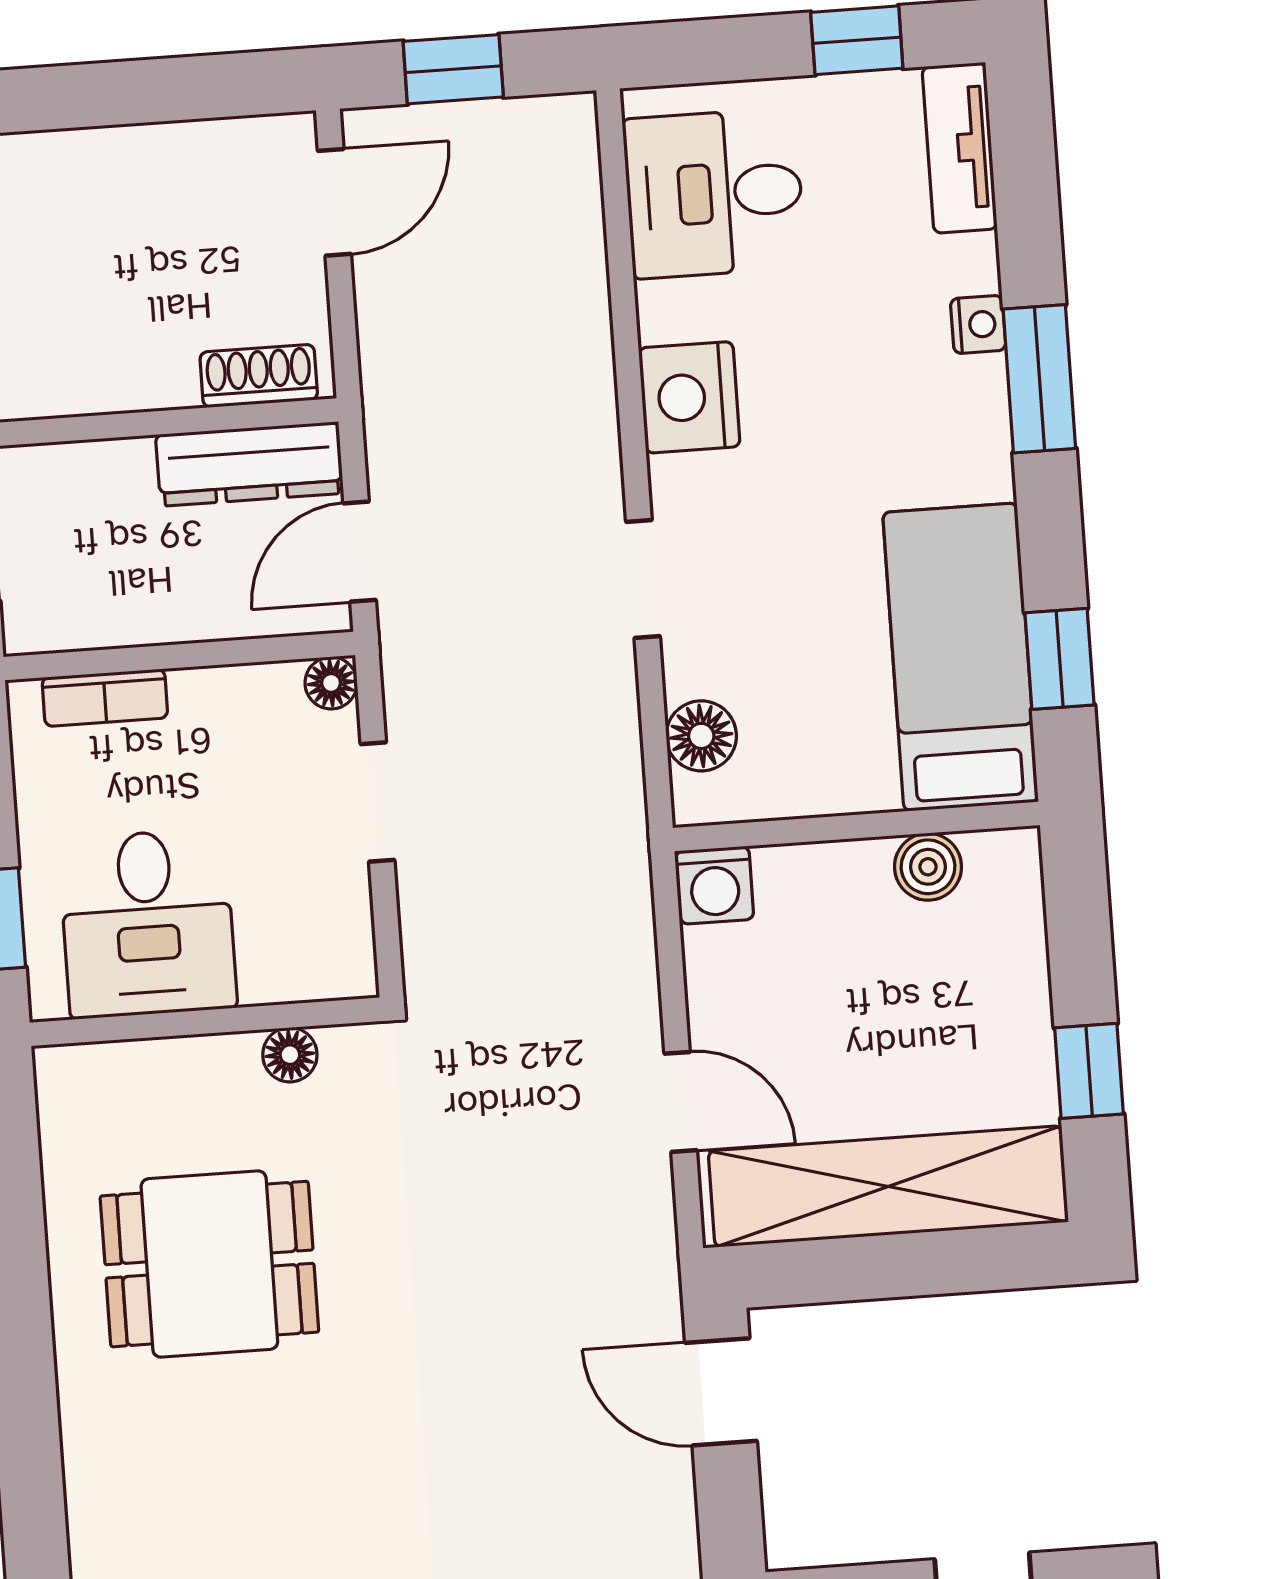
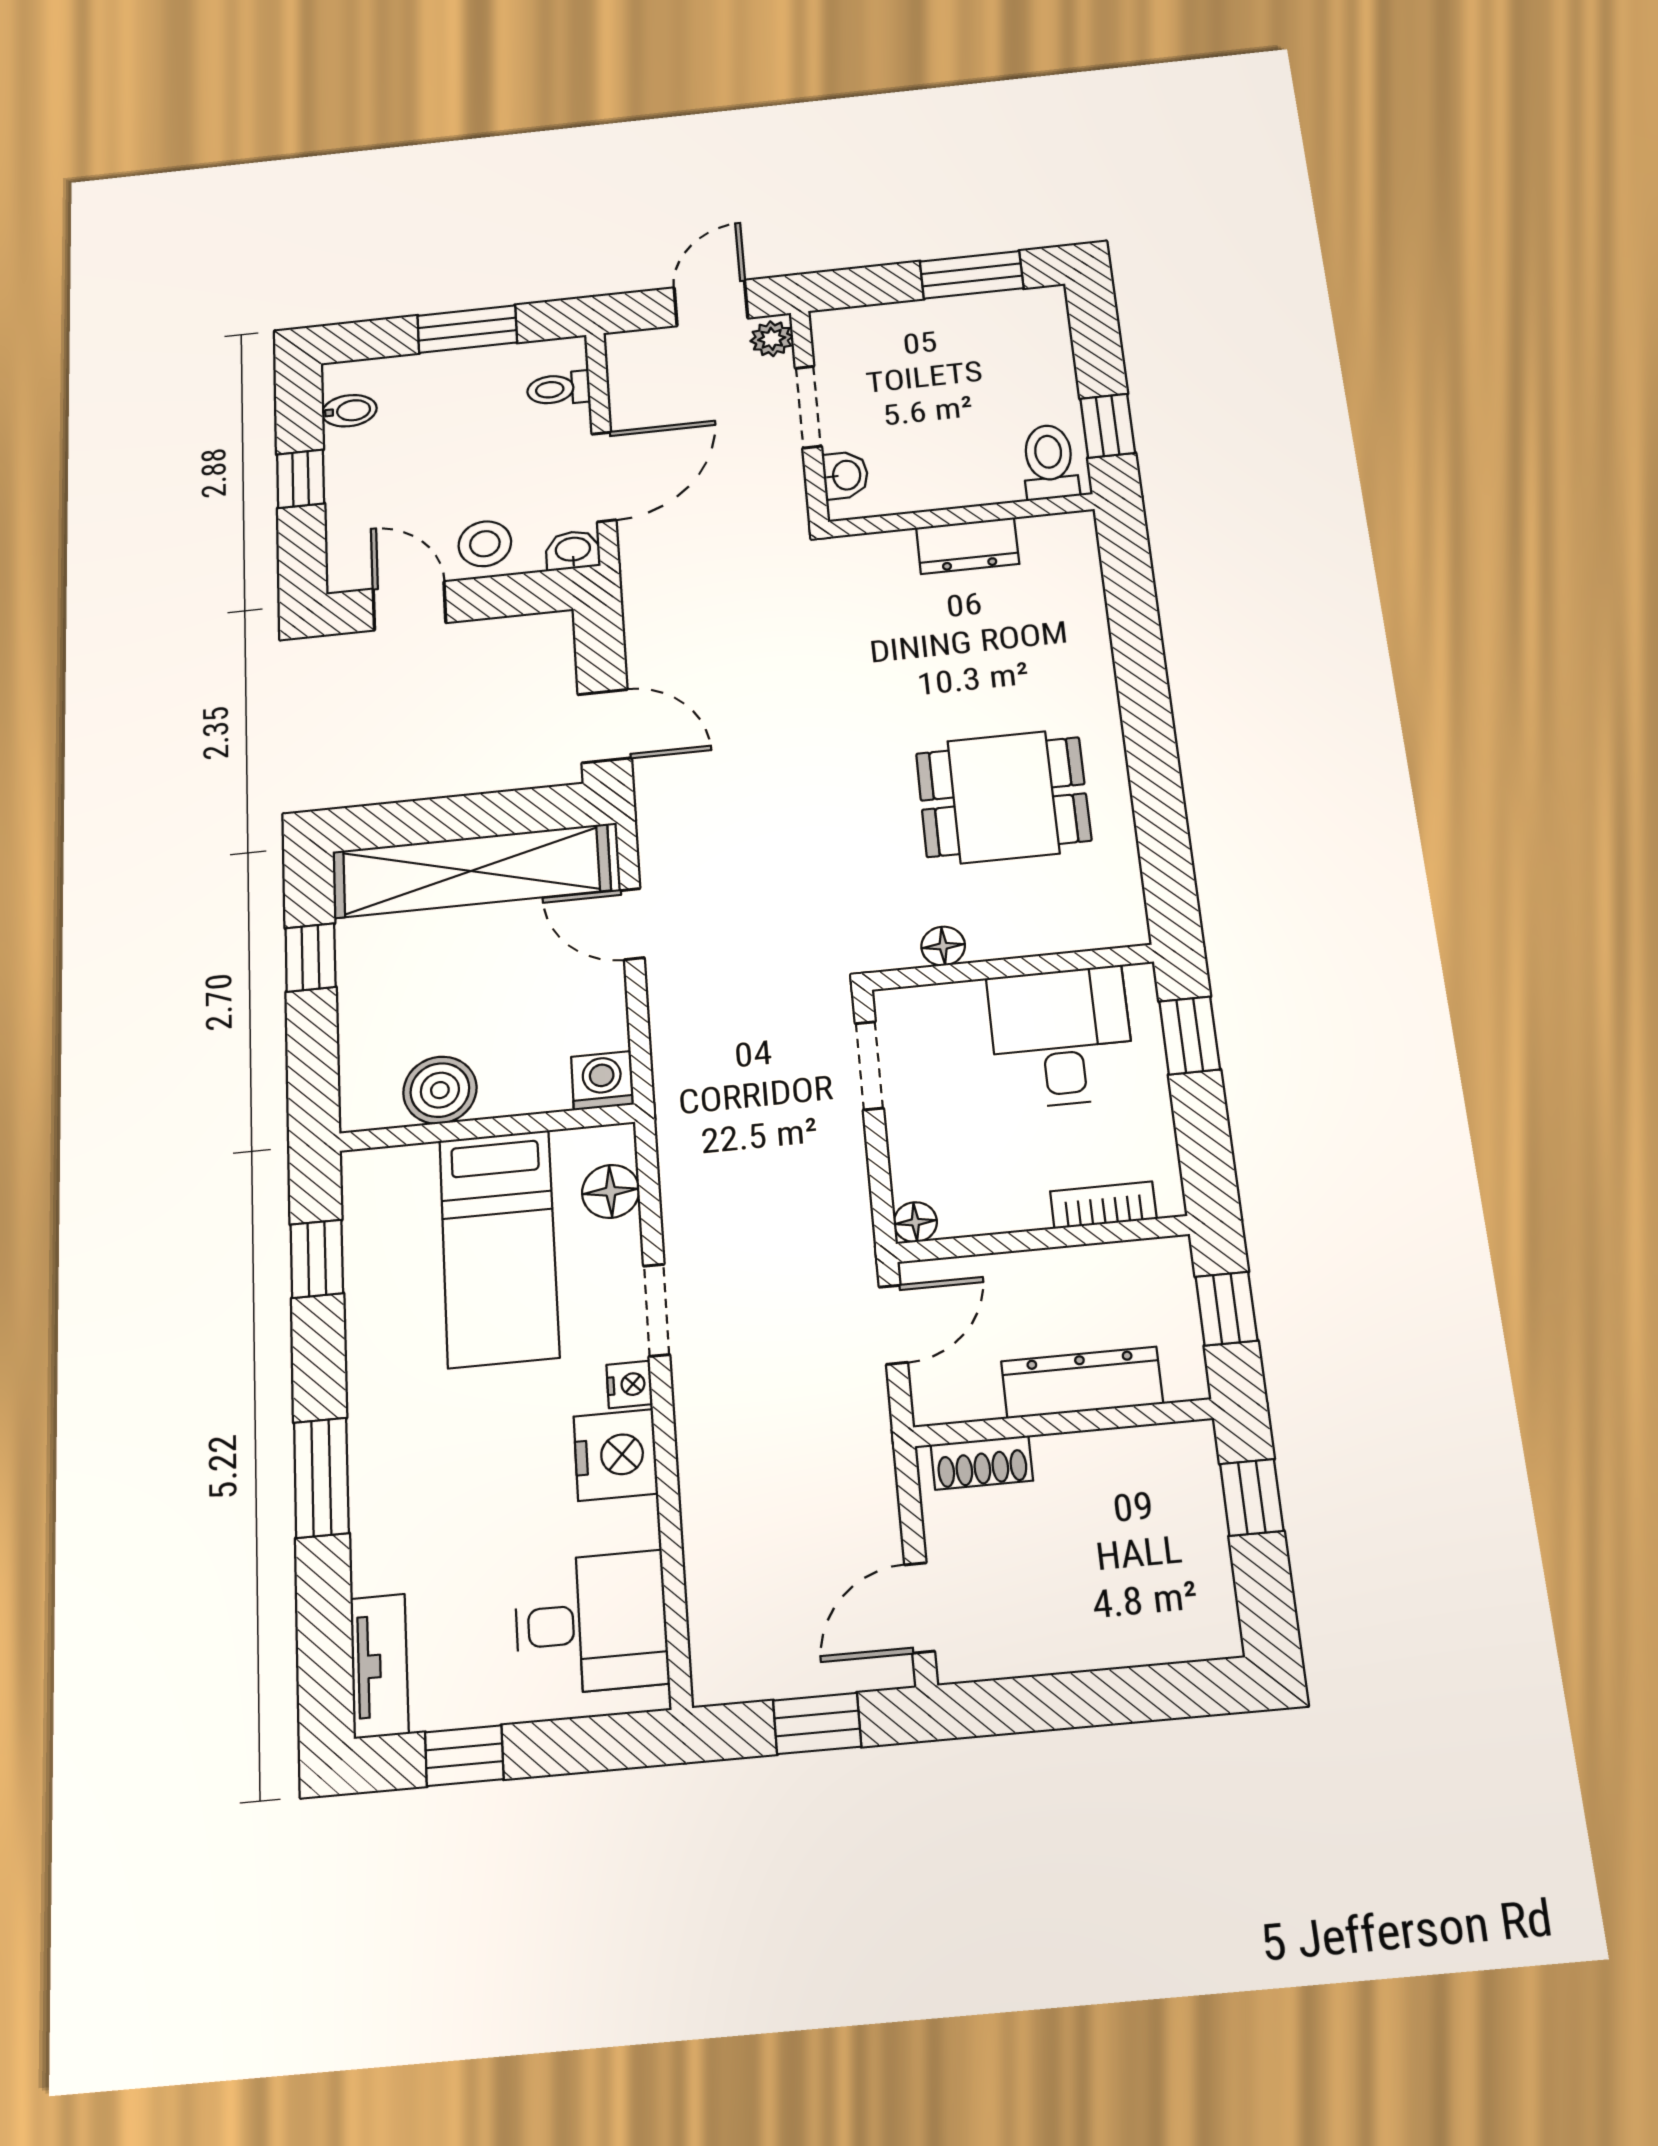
nightstand: (978, 324) -> (629, 1384), moved, turned 180
dresser: (249, 464) -> (1082, 1382), moved
bed: (961, 657) -> (499, 1248), moved
doorway: (377, 802) -> (869, 1066), moved
boiler: (928, 867) -> (440, 1090), width x1.36, depth x1.36

